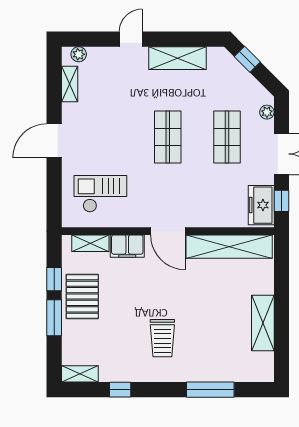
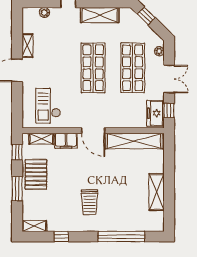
plant: (79, 54) -> (44, 13), moved
shelving: (70, 84) -> (27, 46), moved
shop shelf: (168, 137) -> (93, 68), width x1.43, depth x1.36
shop shelf: (227, 137) -> (133, 68), width x1.43, depth x1.36
checkout: (100, 194) -> (48, 106), turned -90
window: (54, 279) -> (17, 152), moved
window: (210, 390) -> (121, 237), width x1.46

